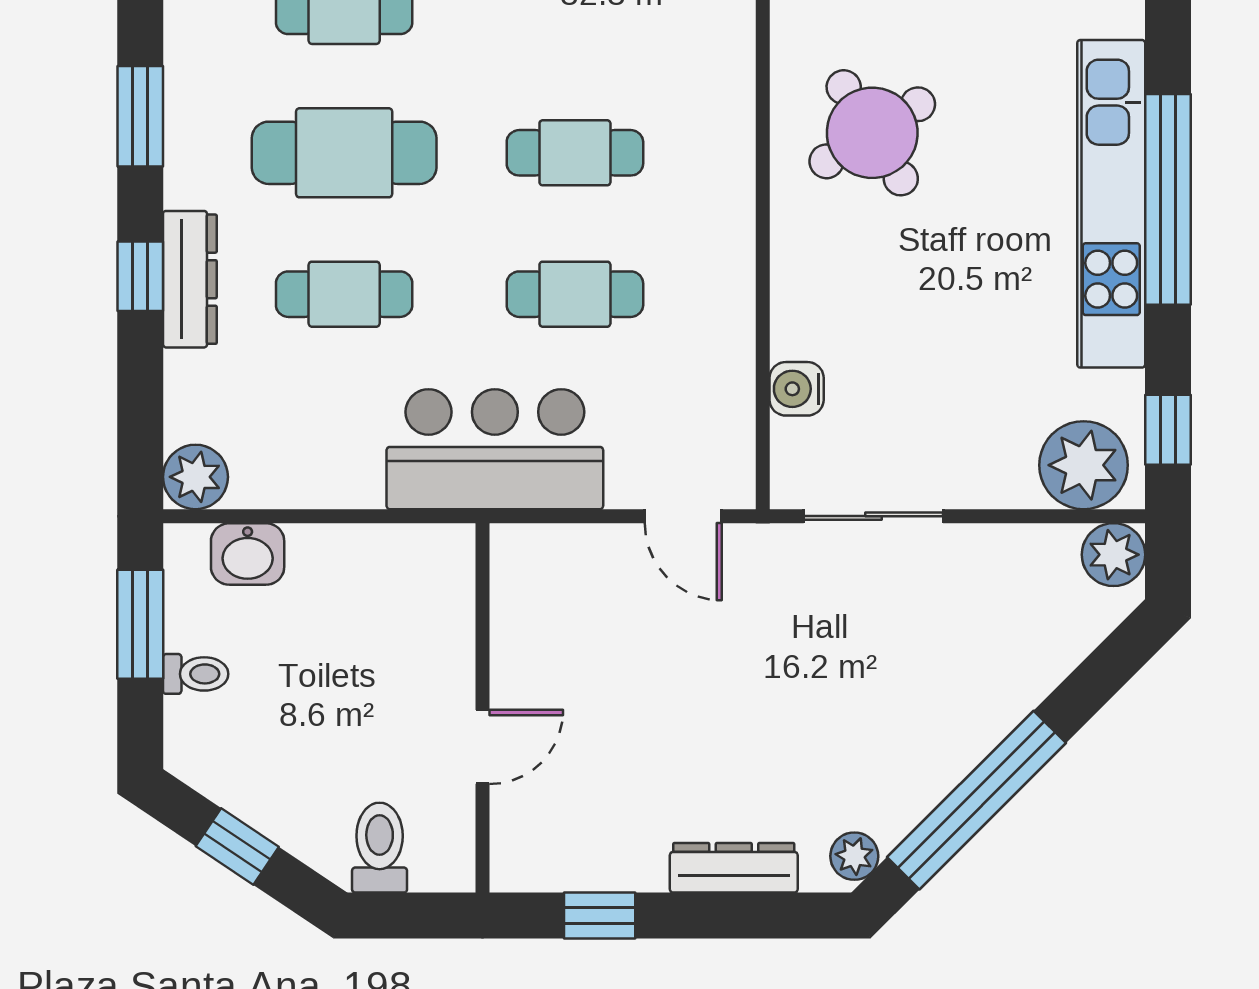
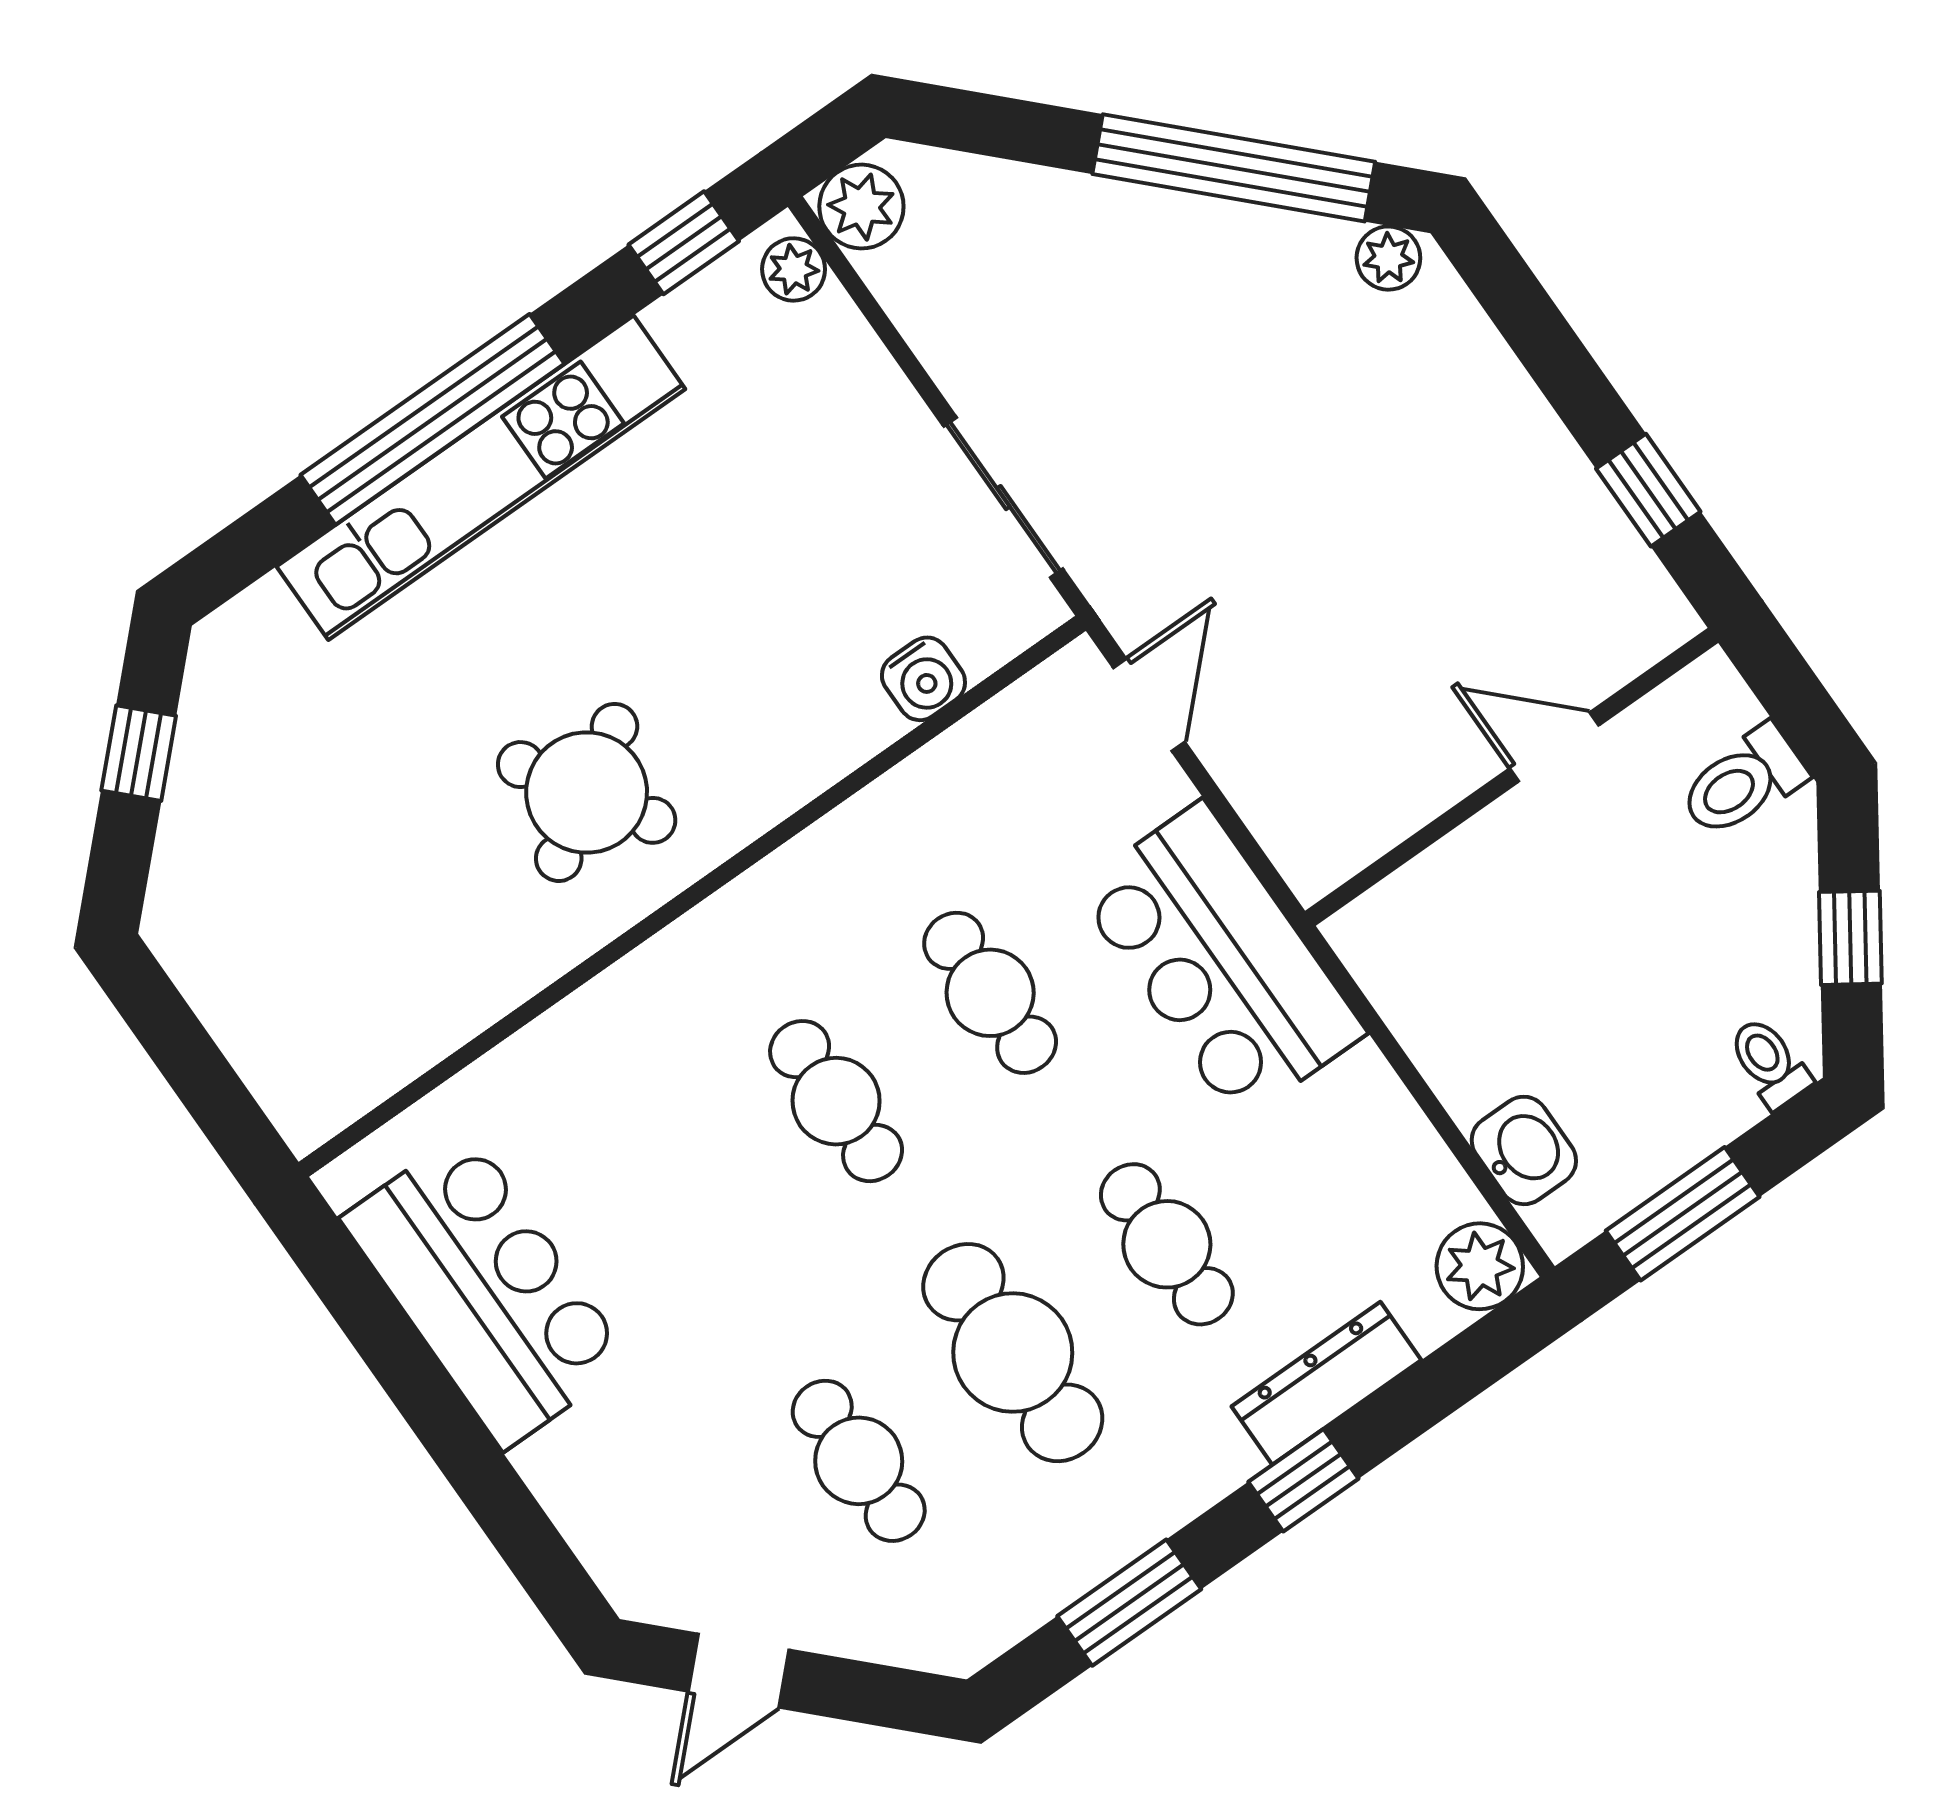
dresser: (190, 279) -> (1326, 1383), moved
plant: (1084, 465) -> (794, 269), width x0.53, depth x0.53
toilet: (196, 674) -> (1769, 1063), moved
dresser: (734, 868) -> (1493, 381), removed

